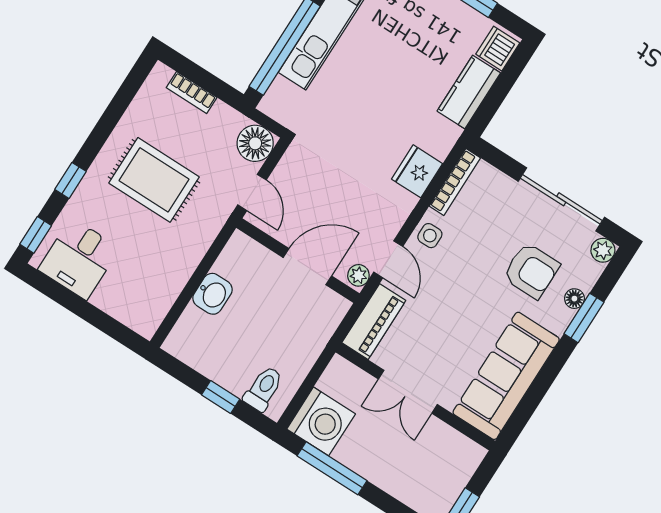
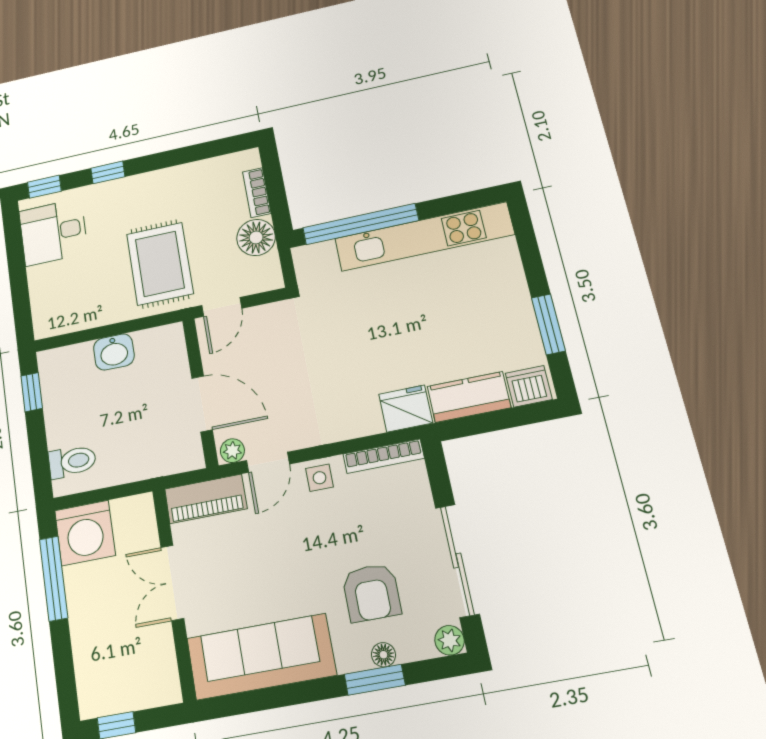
floor lamp: (255, 143) -> (256, 238), moved
fridge: (417, 171) -> (406, 409), moved
rug: (154, 180) -> (160, 264), moved
window: (221, 397) -> (32, 392), moved

